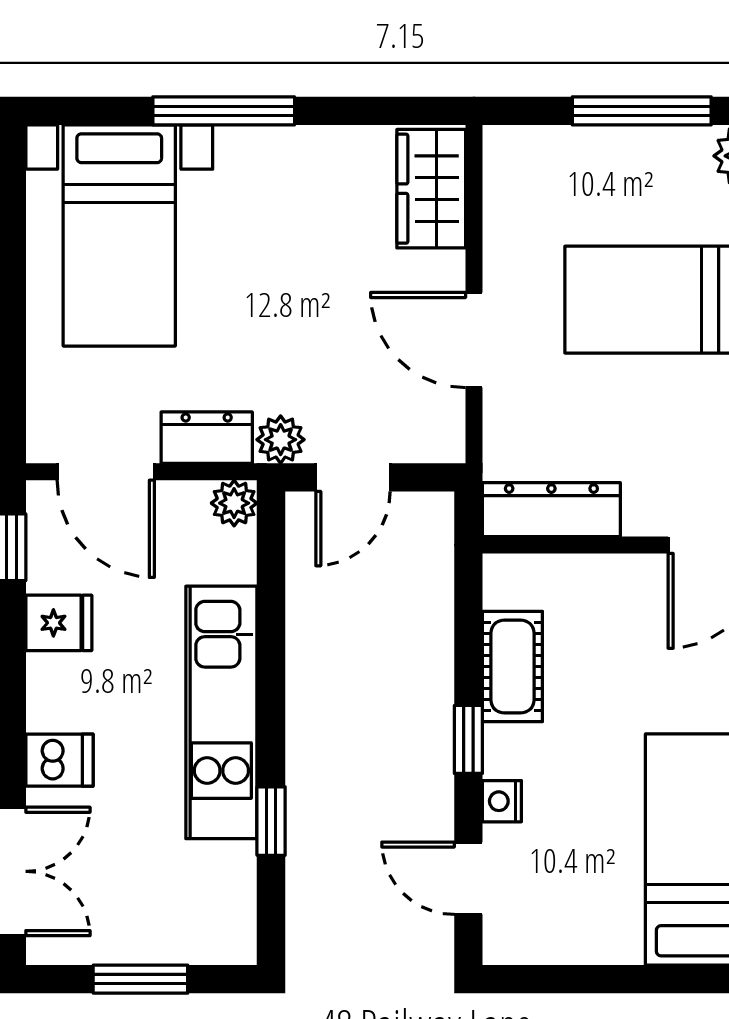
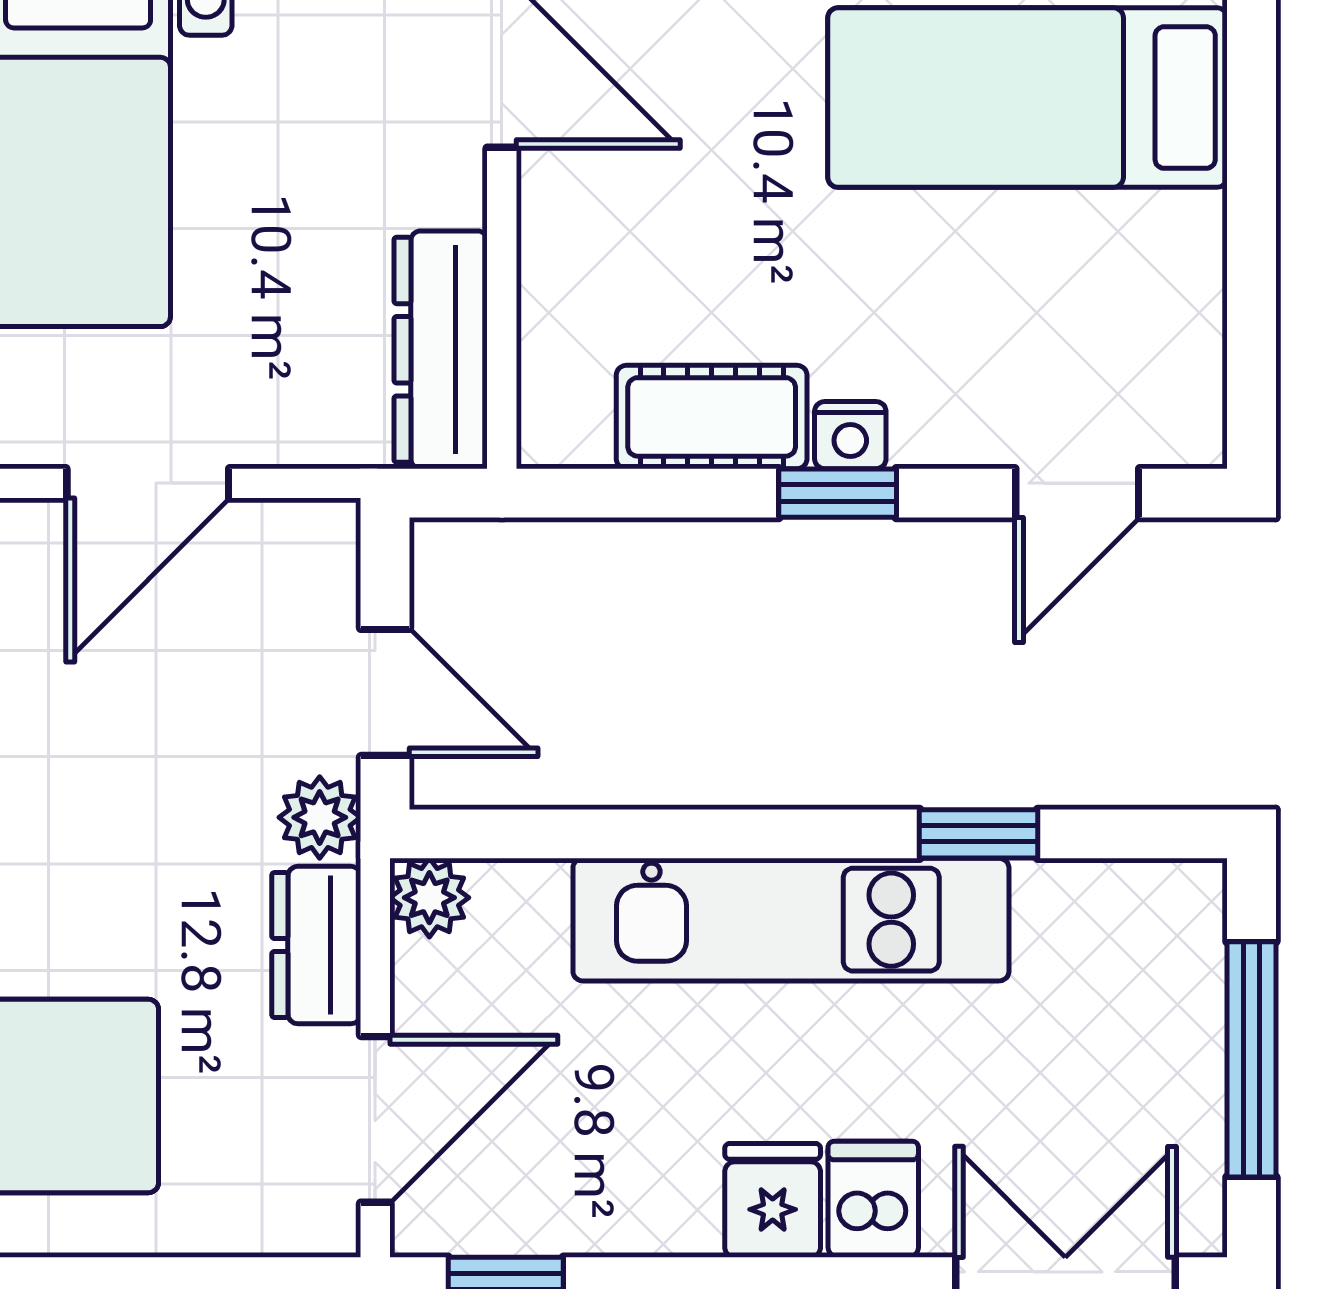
fridge: (59, 623) -> (773, 1200), moved
nightstand: (502, 801) -> (850, 435), moved
window: (140, 979) -> (1251, 1059), width x1.44

